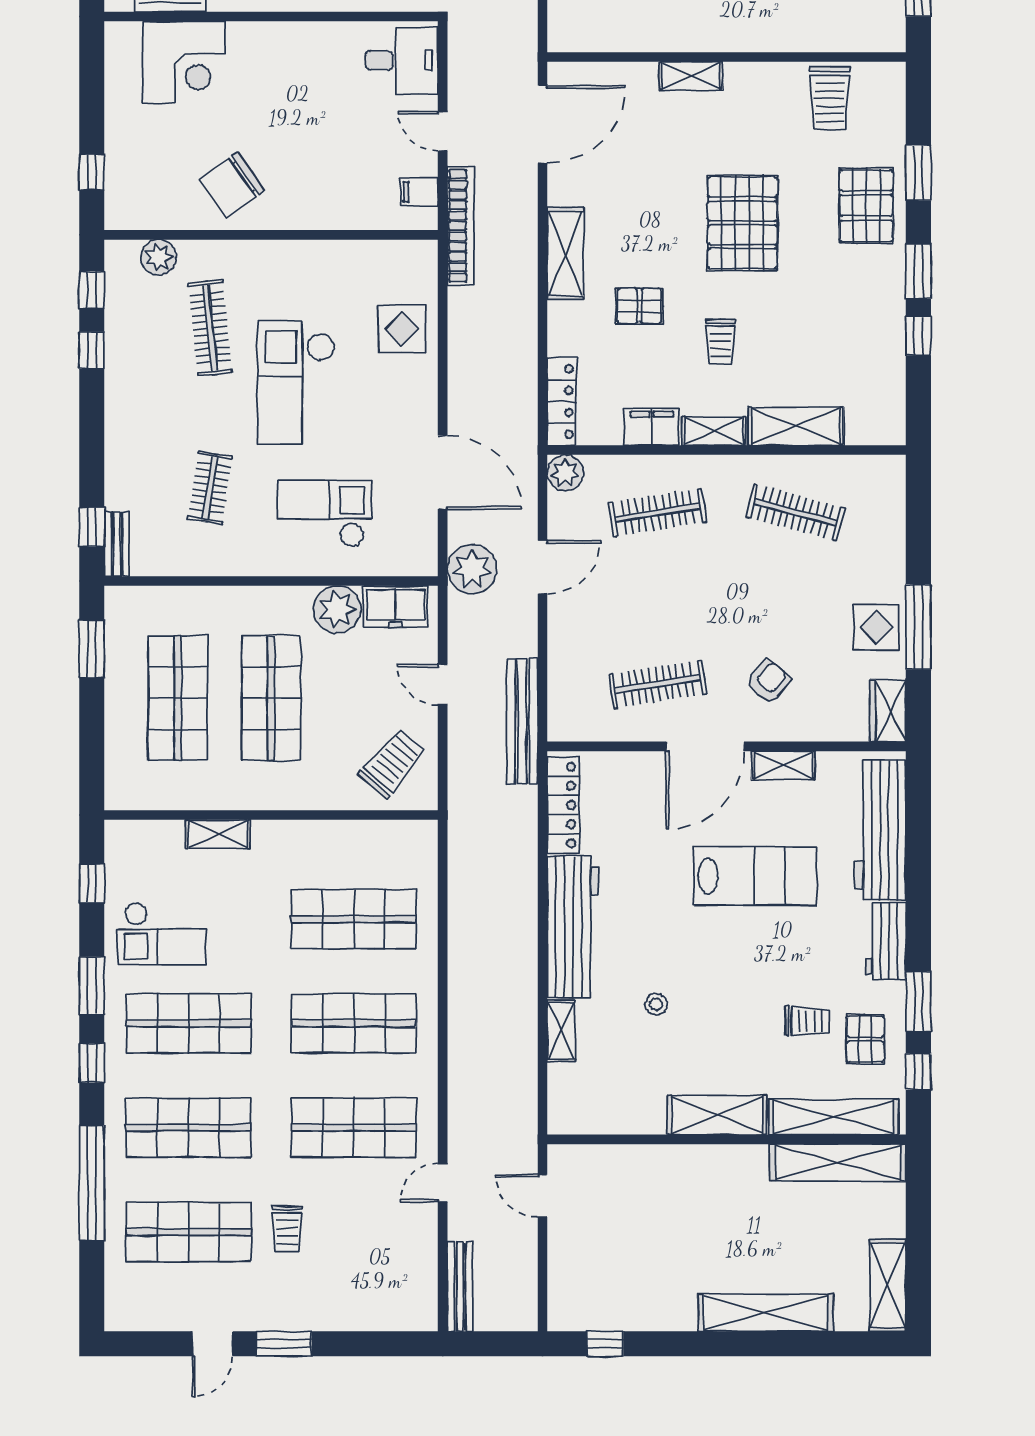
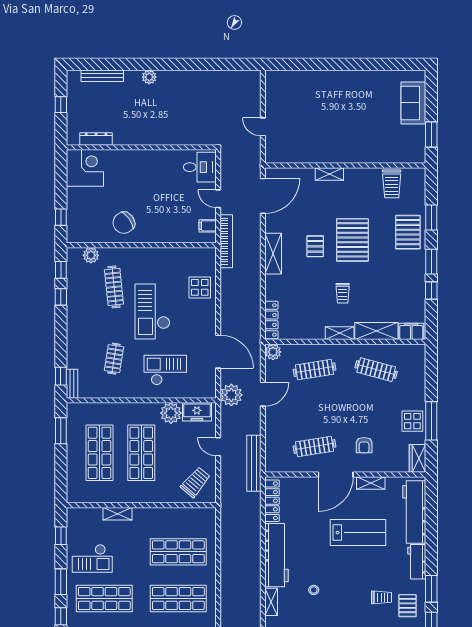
corner desk: (183, 62) -> (85, 168), moved, turned -90
pallet: (639, 306) -> (315, 246), moved, turned 90
filing cabinet: (652, 427) -> (411, 331), moved
armchair: (768, 681) -> (364, 445), turned 140

